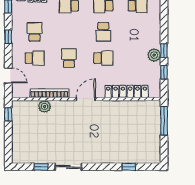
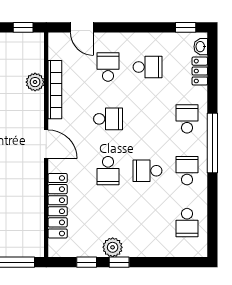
window: (8, 37) -> (140, 27), removed
school desk: (35, 58) -> (108, 67), turned 180
door: (8, 75) -> (82, 27), hinge flipped

